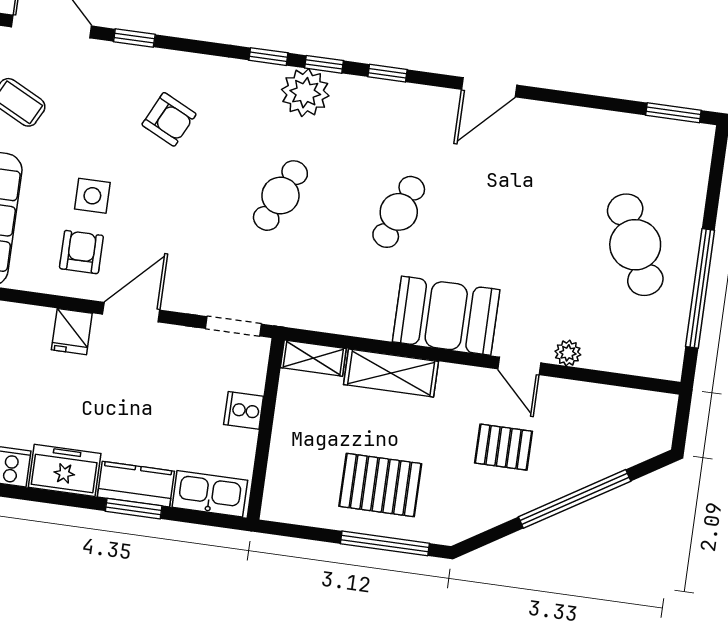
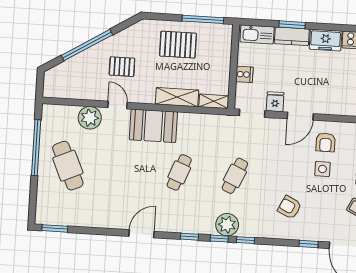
fridge: (72, 332) -> (275, 102), moved
plant: (568, 353) -> (90, 118), width x1.87, depth x1.87
window: (385, 543) -> (203, 19), moved

